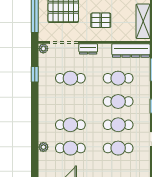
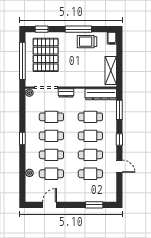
pallet: (101, 20) -> (76, 70), removed
window: (35, 74) -> (22, 138), moved
cafe table: (70, 101) -> (51, 136), added

